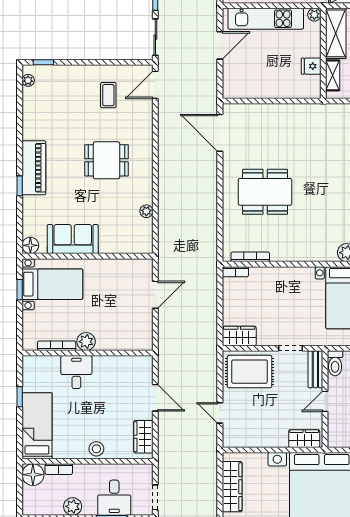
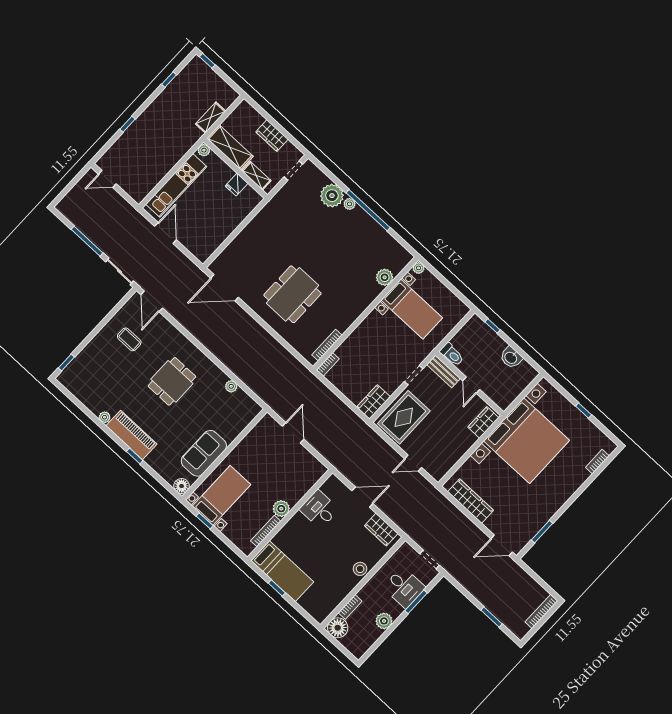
plant: (28, 80) -> (105, 417), moved
desk: (76, 372) -> (319, 509), moved
bed: (37, 426) -> (282, 571), moved, turned 180

